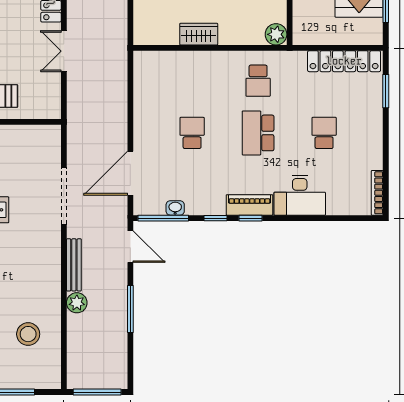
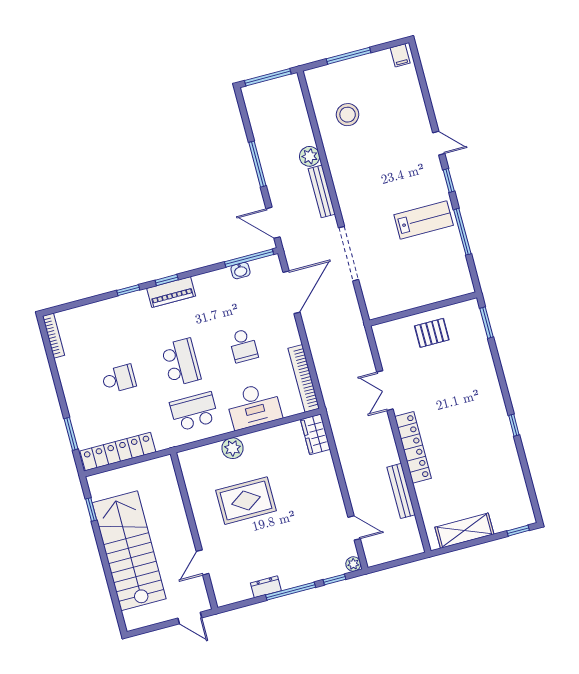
wardrobe: (199, 34) -> (315, 434), moved, turned 90
plant: (276, 34) -> (233, 448), moved
double door: (64, 51) -> (385, 391), swing flipped
school desk: (258, 81) -> (194, 412), width x1.85
bookcase: (141, 85) -> (304, 378), added
school desk: (324, 133) -> (119, 379), turned -90
desk: (300, 195) -> (254, 406), moved, turned 180
window: (216, 218) -> (128, 290), moved

